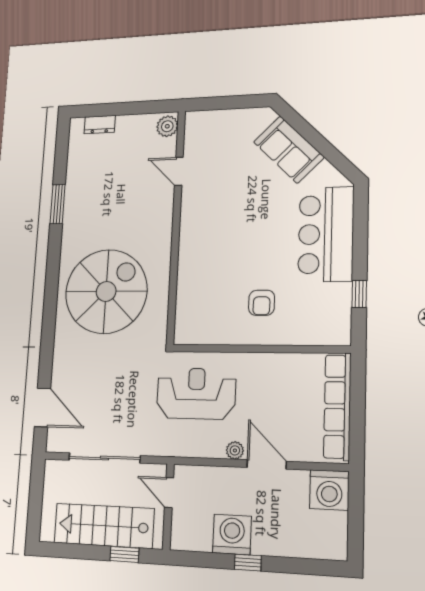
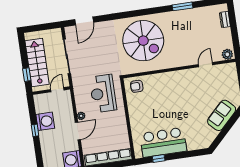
bar counter: (326, 234) -> (163, 142), moved
armchair: (262, 303) -> (137, 86), moved
reception desk: (196, 394) -> (103, 93), turned 180

